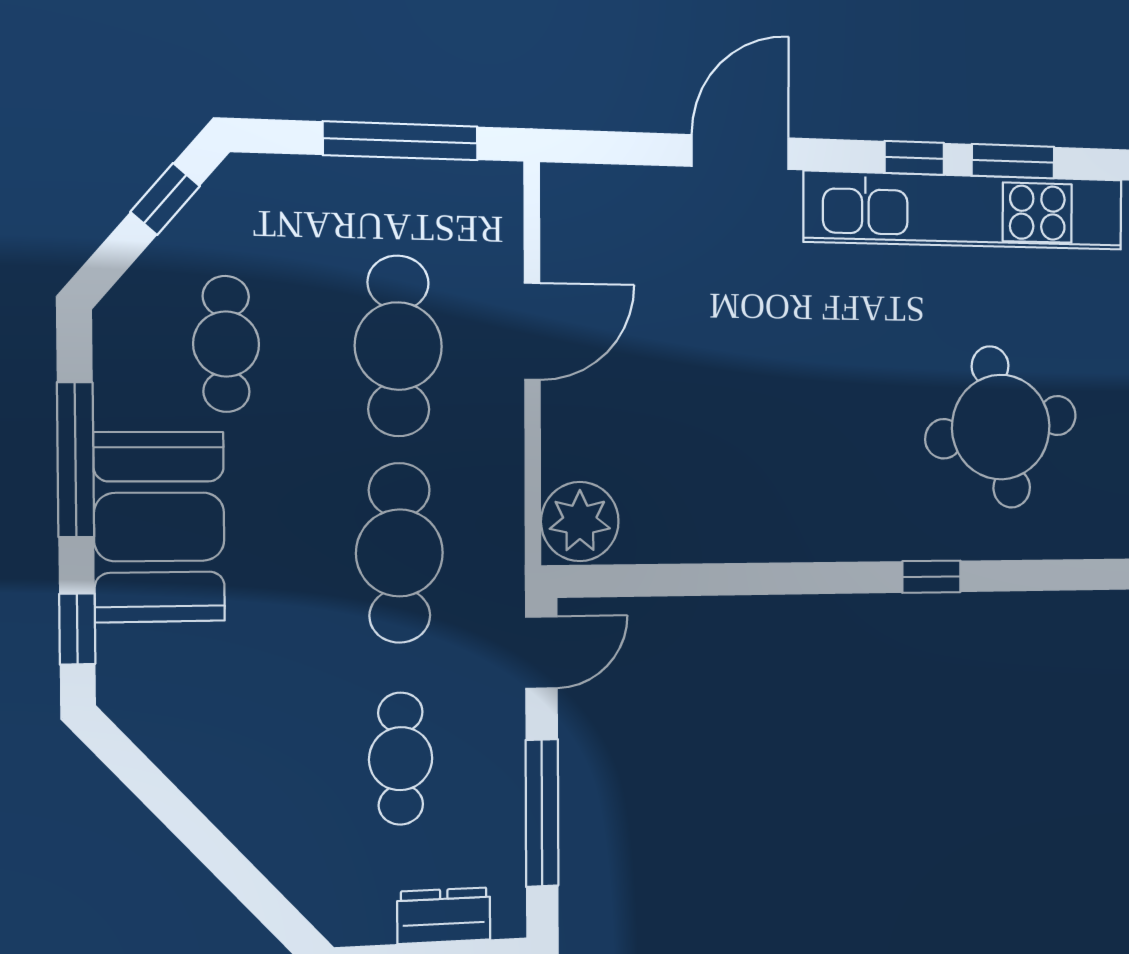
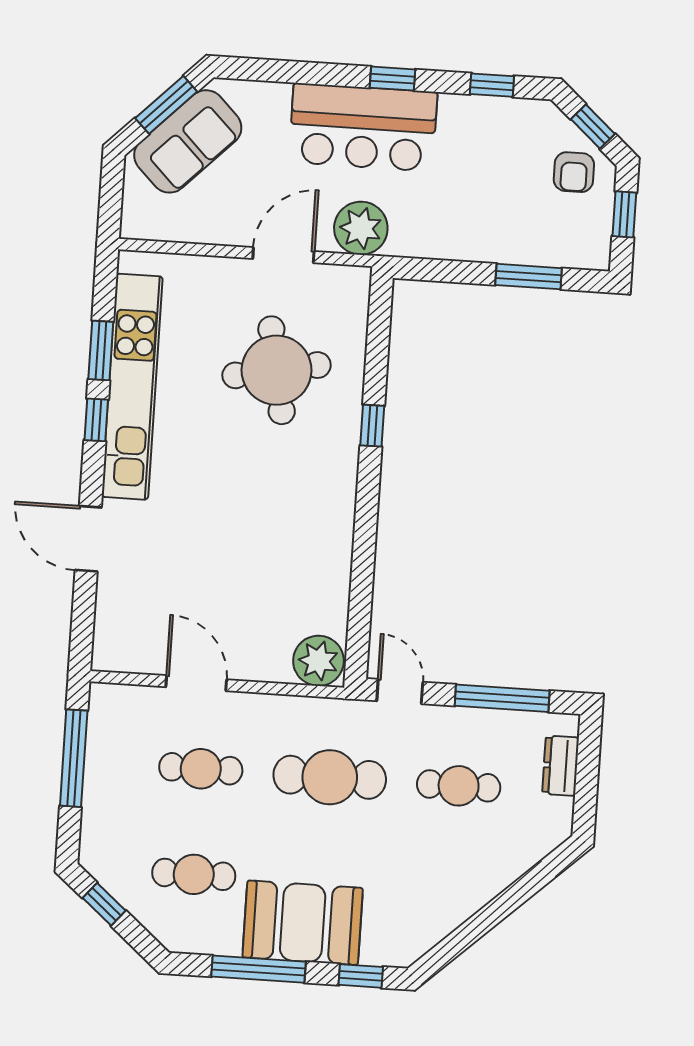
cafe table: (398, 346) -> (201, 769), width x0.73, depth x0.74

